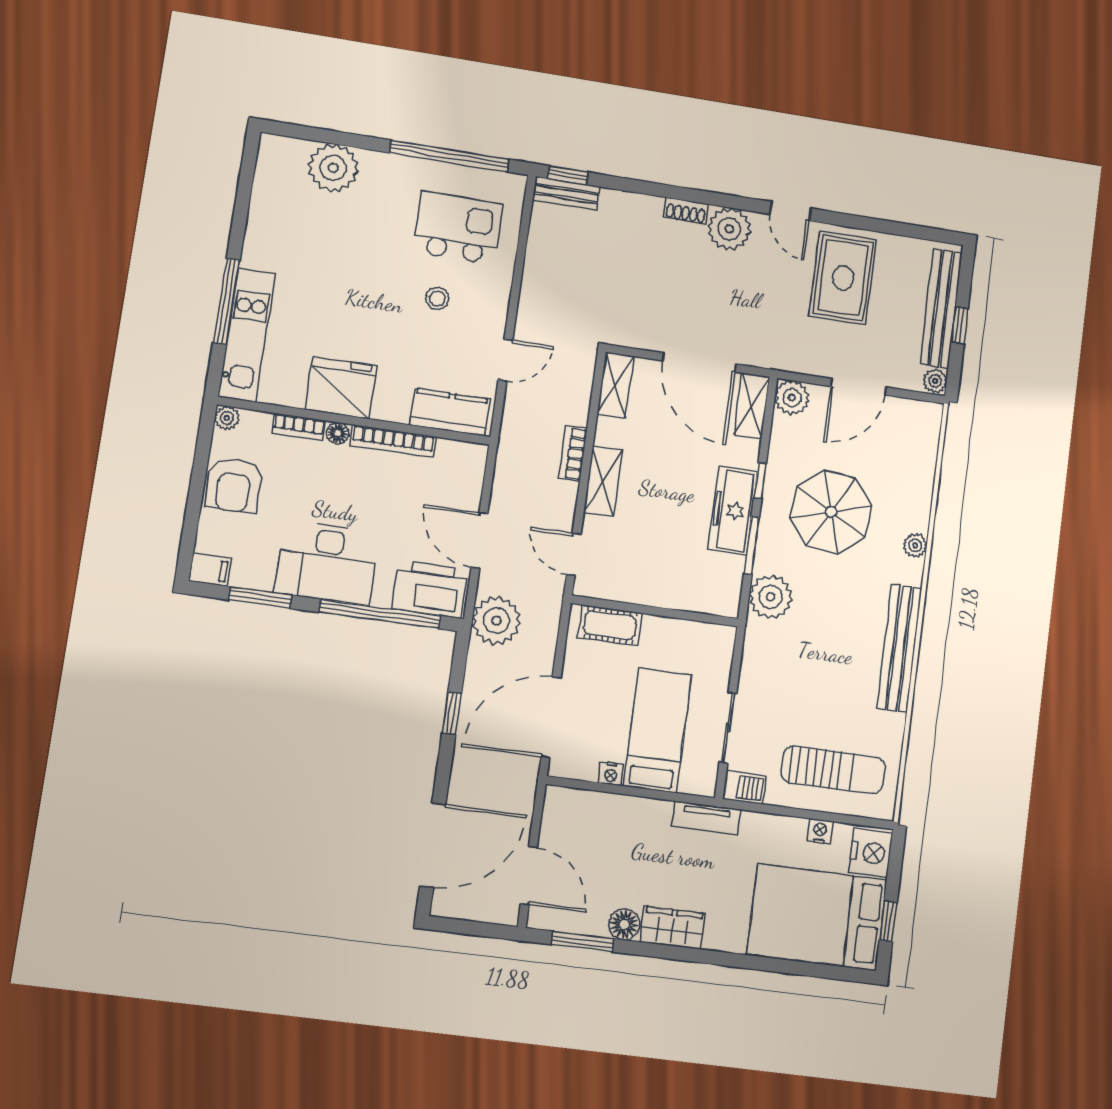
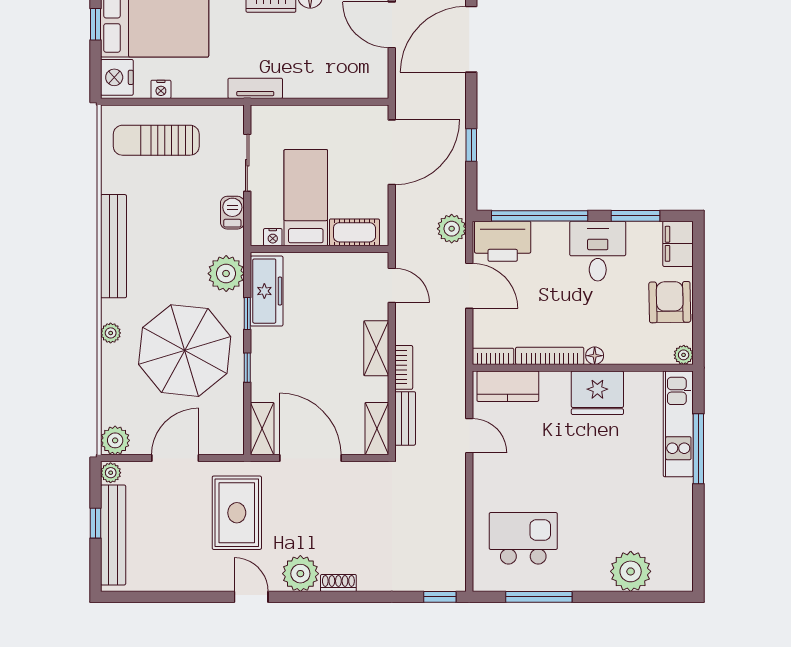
window: (449, 156) -> (539, 597), width x0.68
bench: (566, 193) -> (405, 418), moved, turned 90
kitchen island: (458, 228) -> (523, 538), turned 180
rug: (843, 278) -> (237, 513), moved
stool: (437, 298) -> (531, 478), removed
door: (505, 360) -> (469, 436), swing flipped
plant: (792, 398) -> (115, 440), moved
bookcase: (299, 427) -> (493, 356), moved
freezer: (733, 510) -> (267, 291), moved
parasol: (831, 512) -> (185, 351), width x1.36, depth x1.36
window: (752, 545) -> (247, 314), width x0.67
desk: (327, 562) -> (598, 251), width x0.73
filing cabinet: (210, 570) -> (678, 244), width x2.00
plant: (496, 621) -> (452, 229), width x0.73, depth x0.73
bed: (658, 730) -> (306, 198), moved, turned 180
nightstand: (611, 774) -> (273, 237), moved, turned 180
barbecue: (744, 787) -> (232, 213), moved, turned 90

